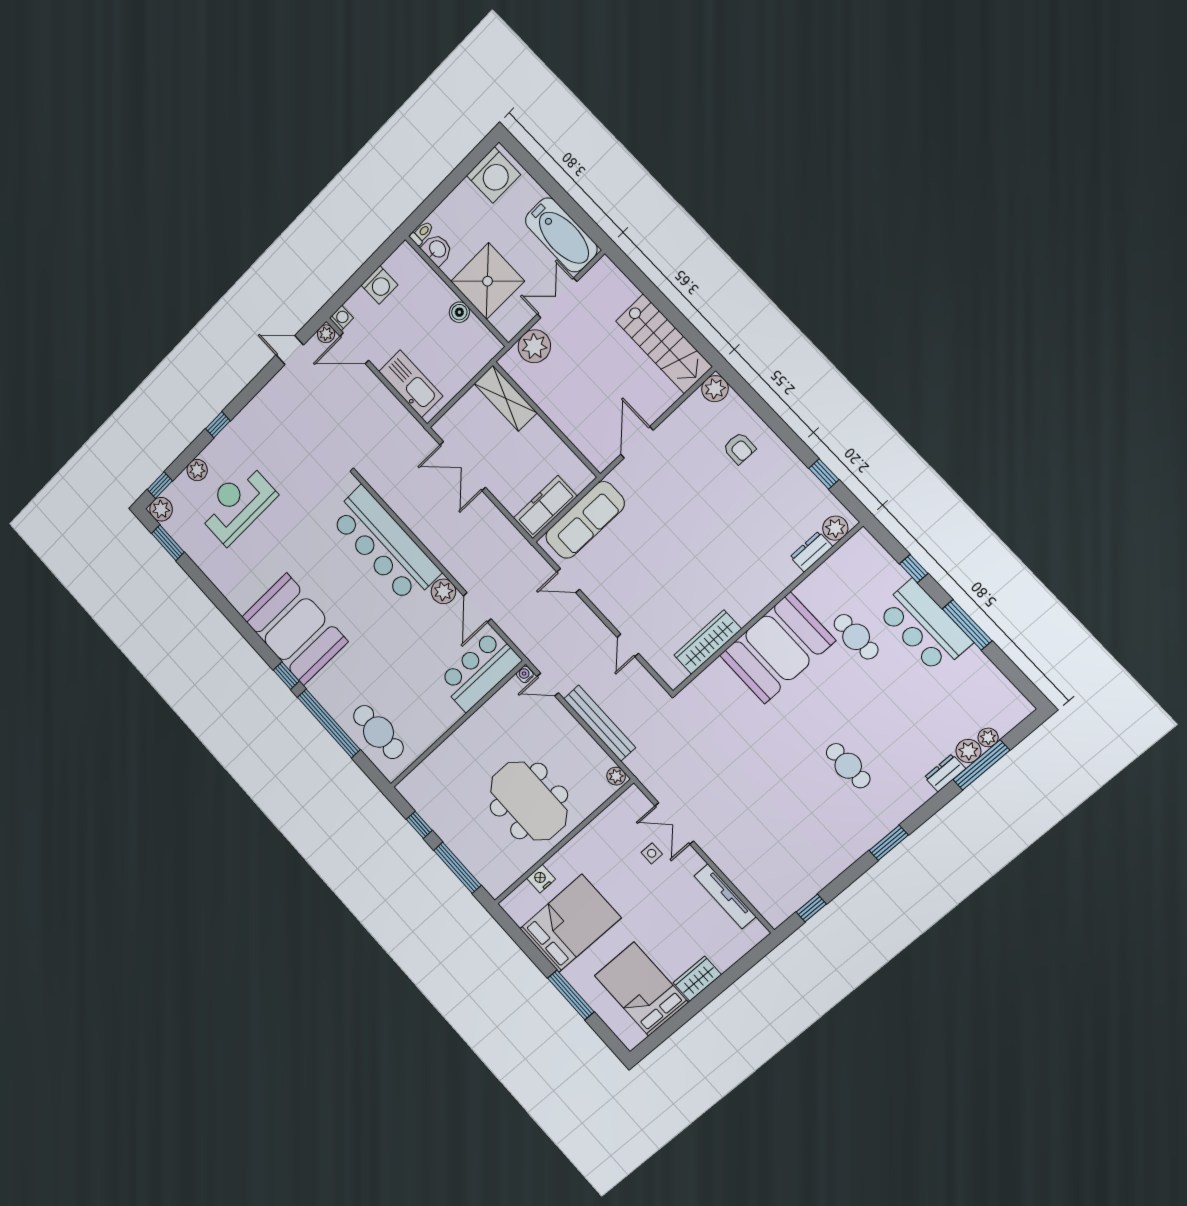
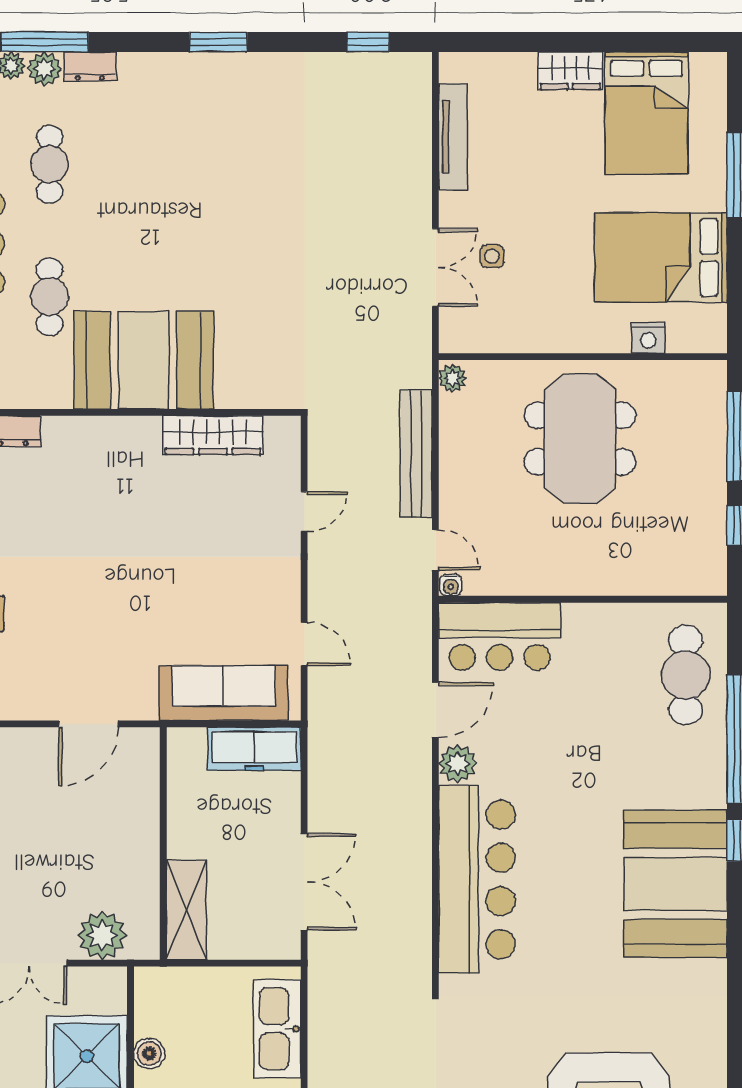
cafe table: (848, 766) -> (50, 164), moved

